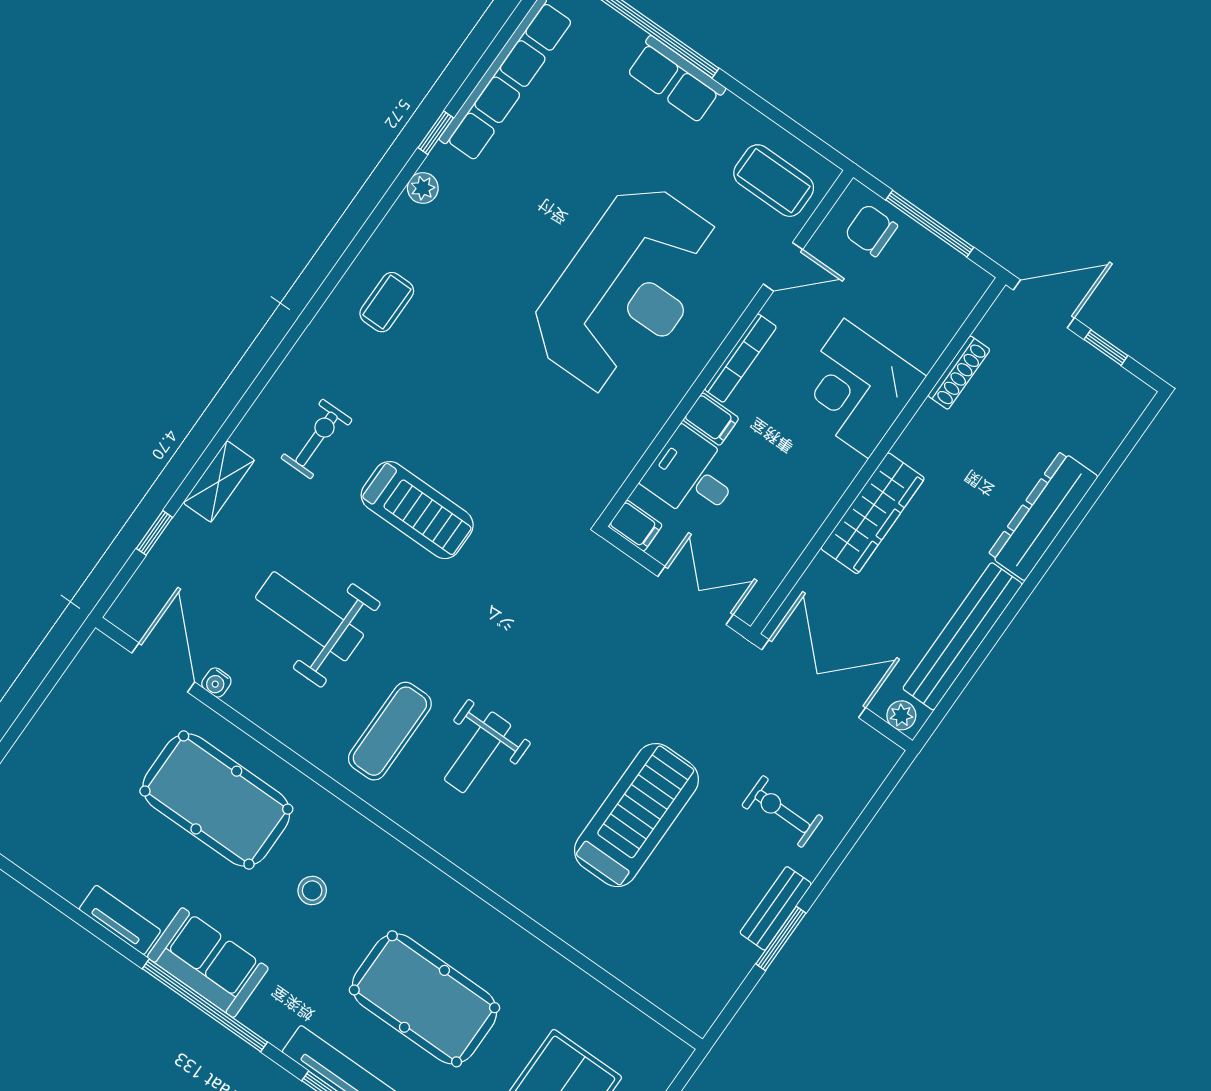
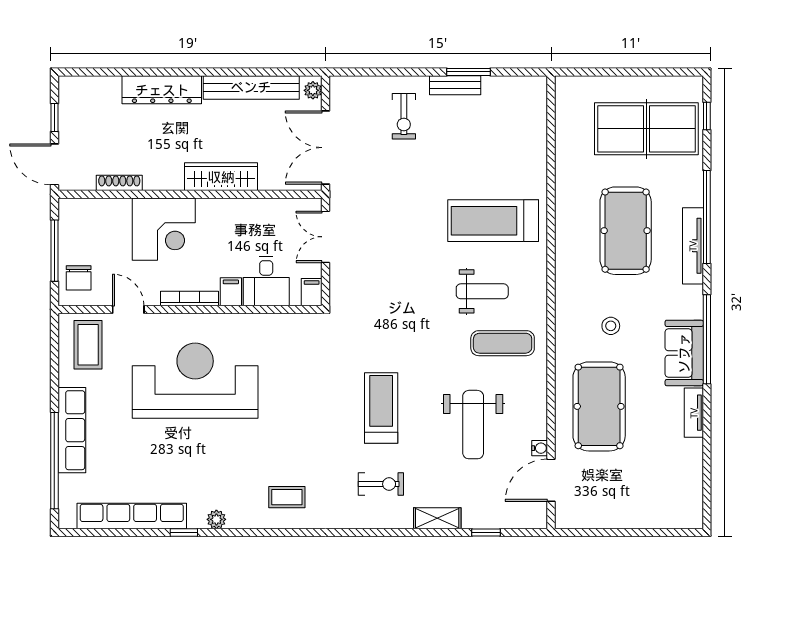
row of seats: (676, 80) -> (72, 430), width x1.48
exercise bike: (317, 439) -> (381, 484), turned 180
treadmill: (636, 815) -> (493, 221), moved

